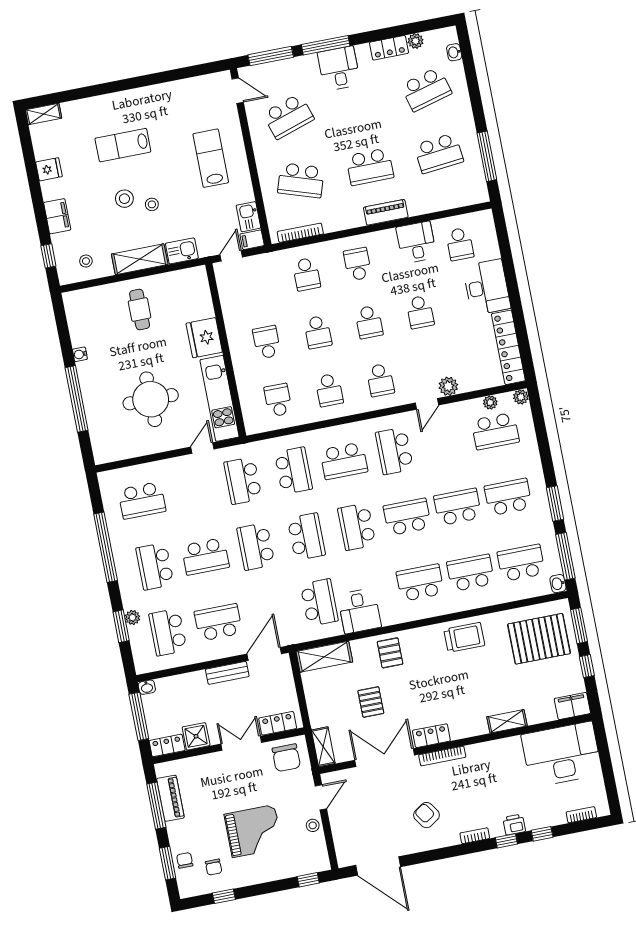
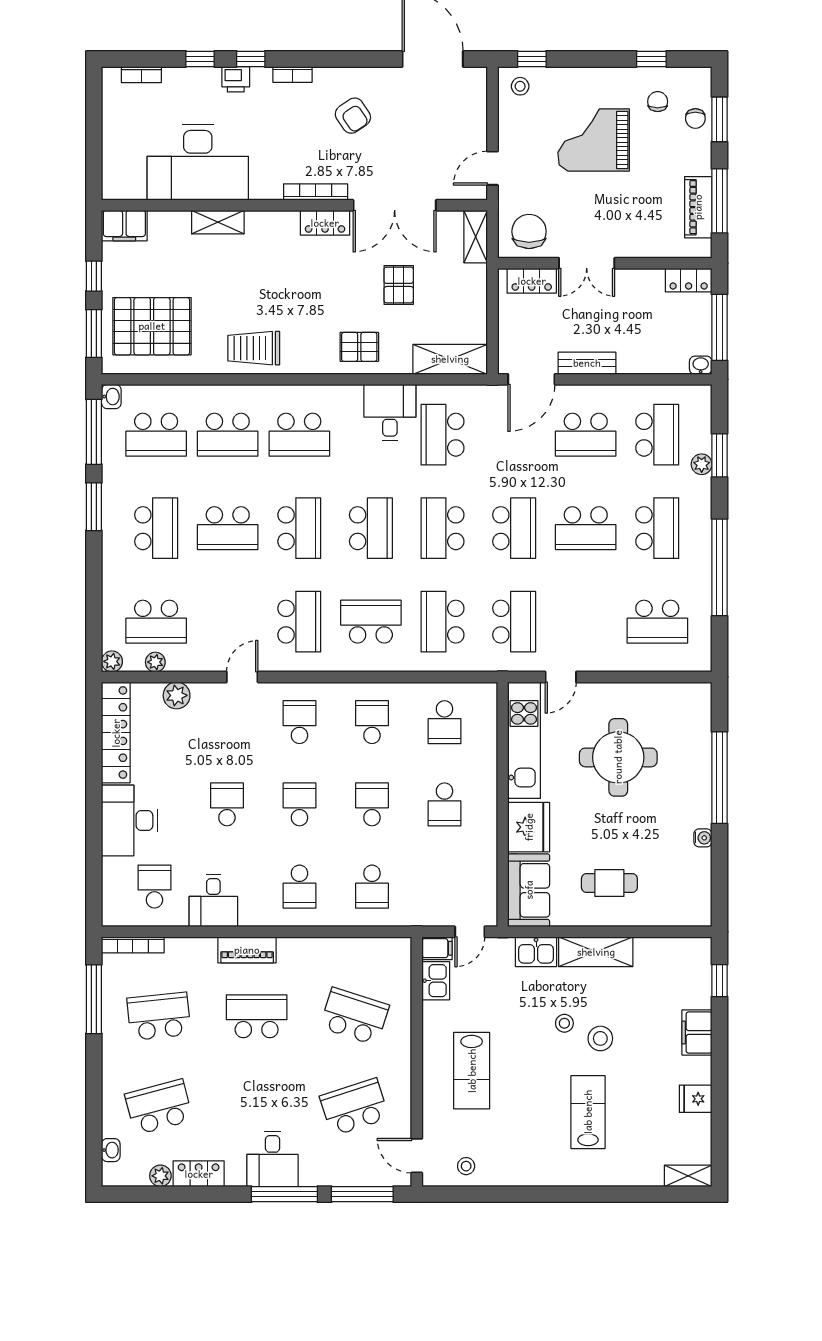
lab bench: (123, 145) -> (588, 1112), turned -90
bookcase: (300, 233) -> (133, 945), moved
stool: (86, 261) -> (466, 1166), moved
school desk: (306, 274) -> (372, 887), turned 180
sofa: (195, 293) -> (529, 890), added
cafe table: (140, 309) -> (609, 883), turned 90
plant: (448, 386) -> (177, 695), moved
school desk: (495, 431) -> (156, 622), turned 180
school desk: (508, 497) -> (156, 528), turned -90
school desk: (142, 500) -> (657, 622), turned 180
school desk: (407, 517) -> (299, 528), turned -90
school desk: (205, 556) -> (586, 528), turned 180
pallet: (390, 653) -> (359, 347), turned 90
shower: (196, 736) -> (647, 285), removed
desk: (562, 754) -> (198, 162), moved
stool: (313, 825) -> (520, 86), moved

